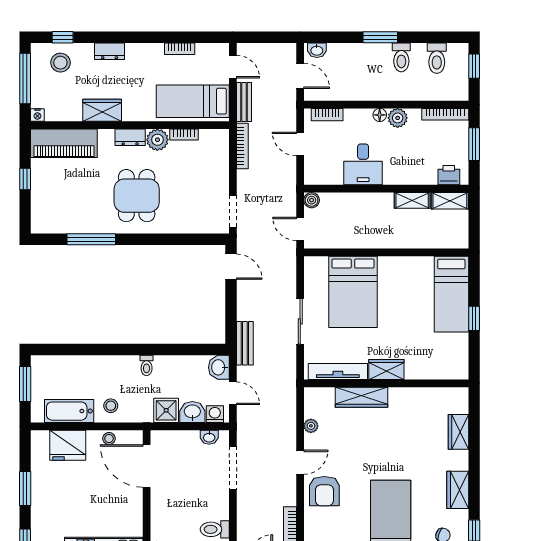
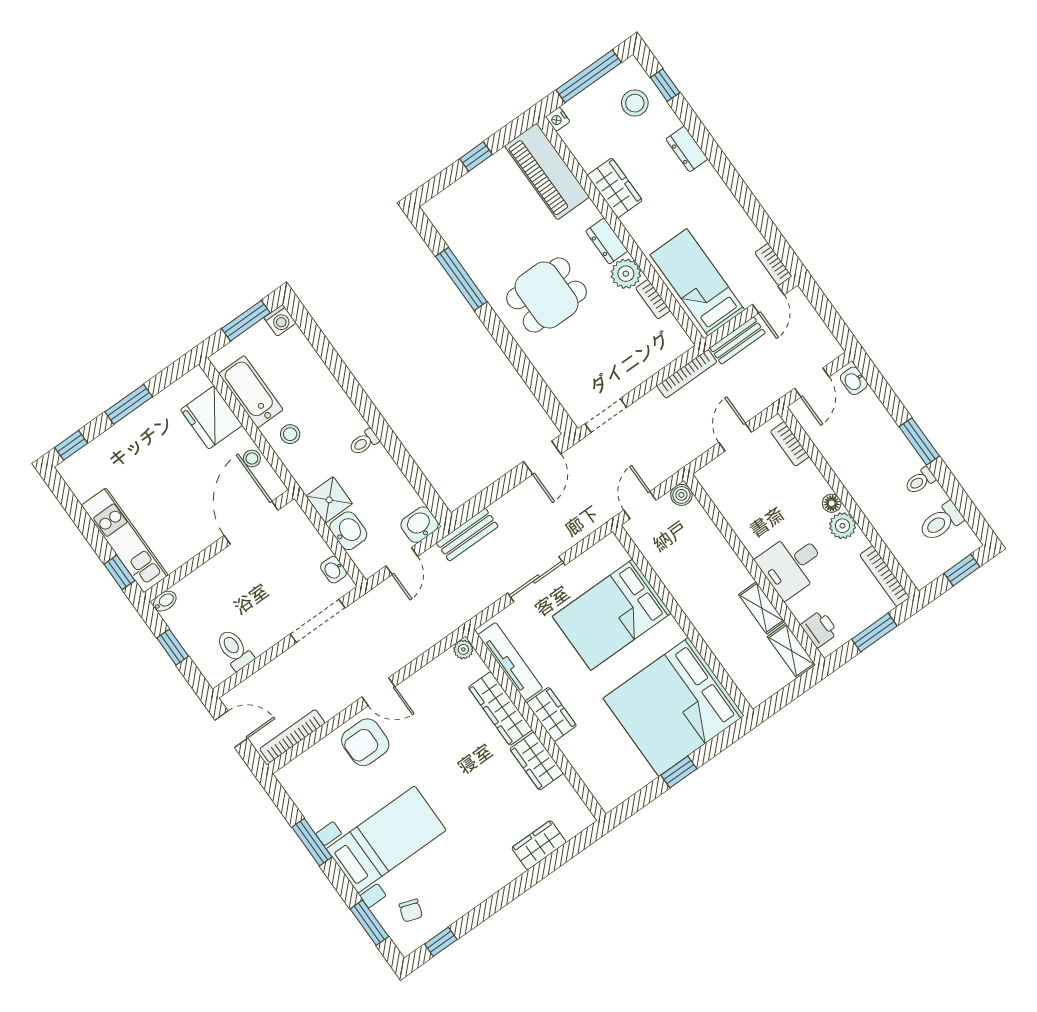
bookcase: (180, 49) -> (773, 264), moved
toilet: (401, 57) -> (920, 481), width x0.73, depth x0.72
desk: (363, 164) -> (792, 565), moved
bed: (451, 294) -> (674, 707), width x2.04
washing machine: (215, 414) -> (280, 320), moved, turned 90
plant: (311, 426) -> (463, 649), moved
wardrobe: (458, 490) -> (537, 761), moved, turned -90

